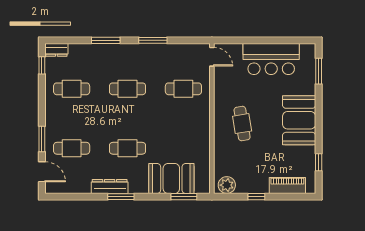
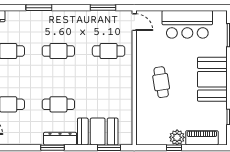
window: (153, 40) -> (103, 8), moved
plant: (227, 185) -> (177, 137), moved
dresser: (110, 186) -> (60, 139), moved

